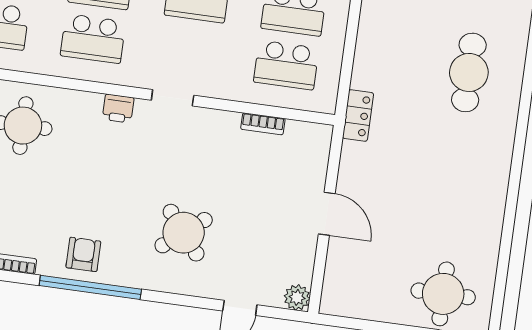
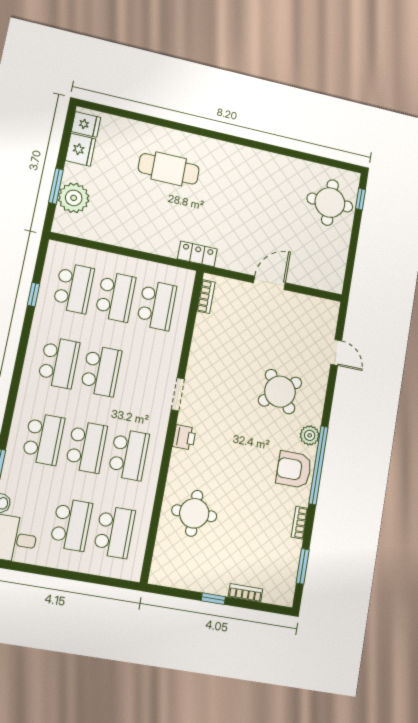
bookcase: (263, 124) -> (206, 297), moved
armchair: (83, 254) -> (294, 470), width x1.38, depth x1.38
plant: (297, 297) -> (310, 435), moved

